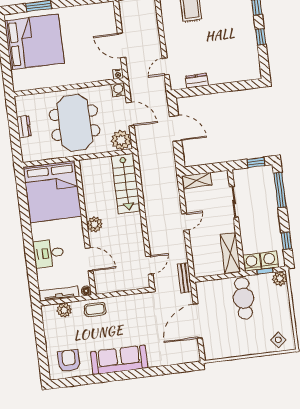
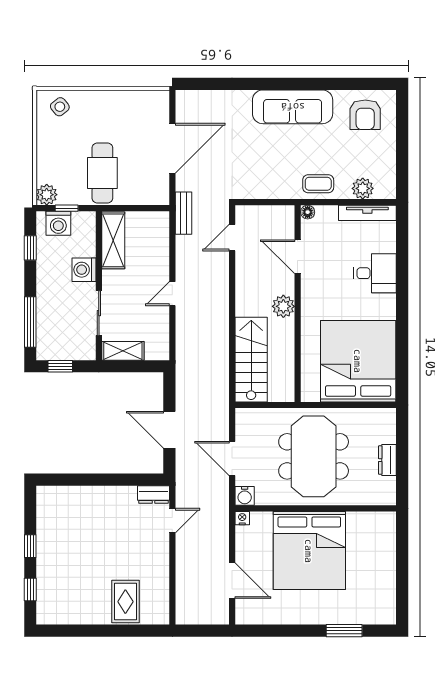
bed: (34, 42) -> (309, 551), moved, turned -90
door: (121, 45) -> (232, 581), moved
dresser: (197, 81) -> (153, 495), moved
plant: (121, 140) -> (250, 423), removed
shelving: (197, 181) -> (123, 351), moved
plant: (95, 224) -> (283, 306), moved
wall: (85, 227) -> (298, 304), moved
door: (89, 259) -> (298, 257), moved
washing machine: (252, 262) -> (84, 270), moved, turned 90
floor lamp: (86, 291) -> (308, 212), moved

